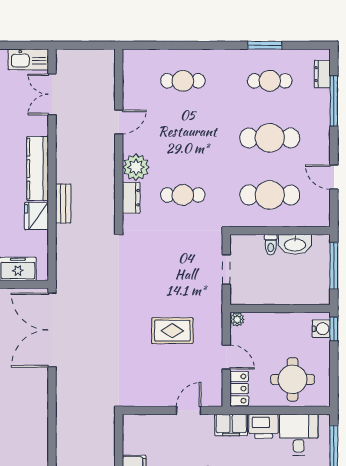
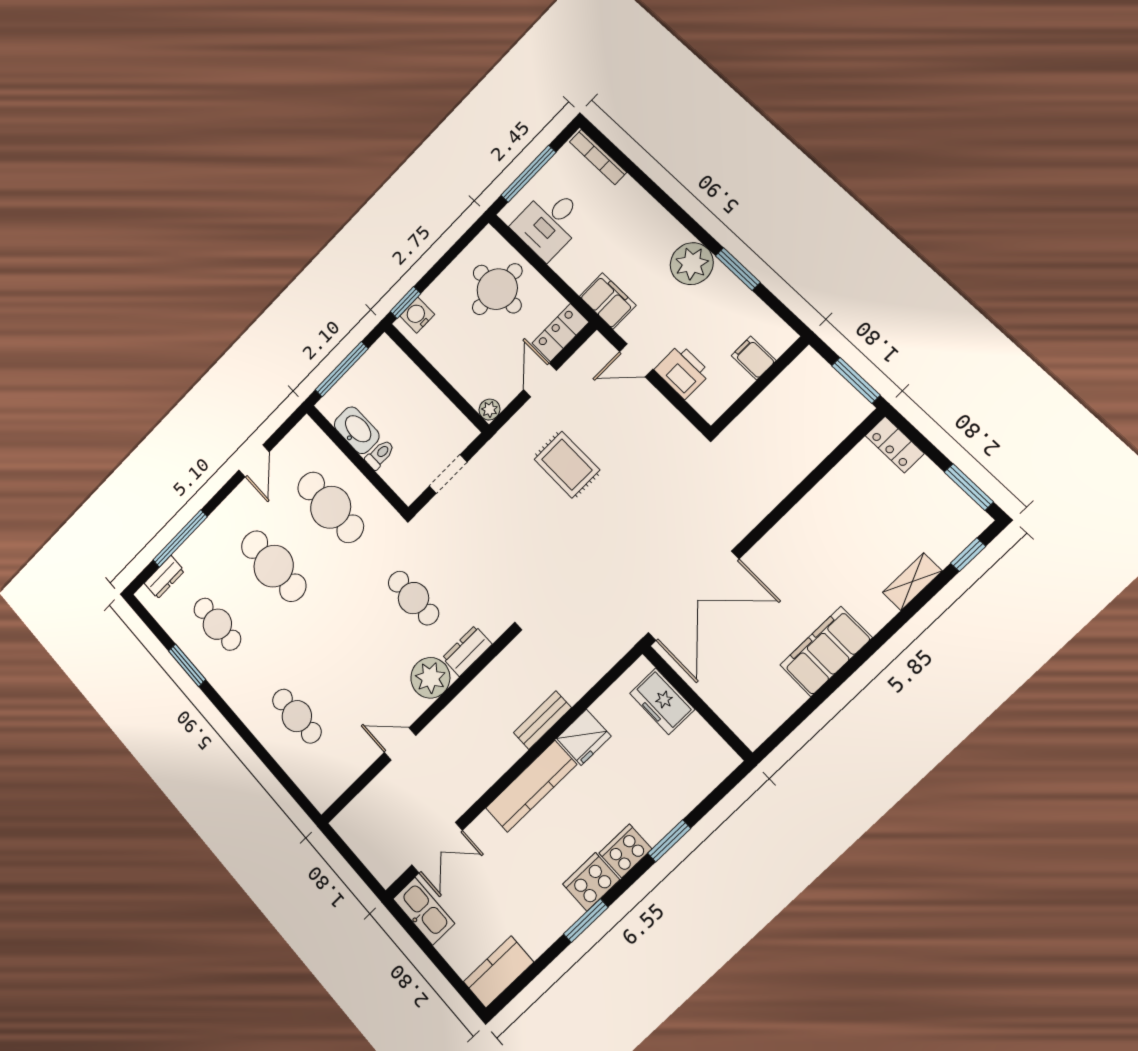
printer: (264, 426) -> (682, 371), moved

